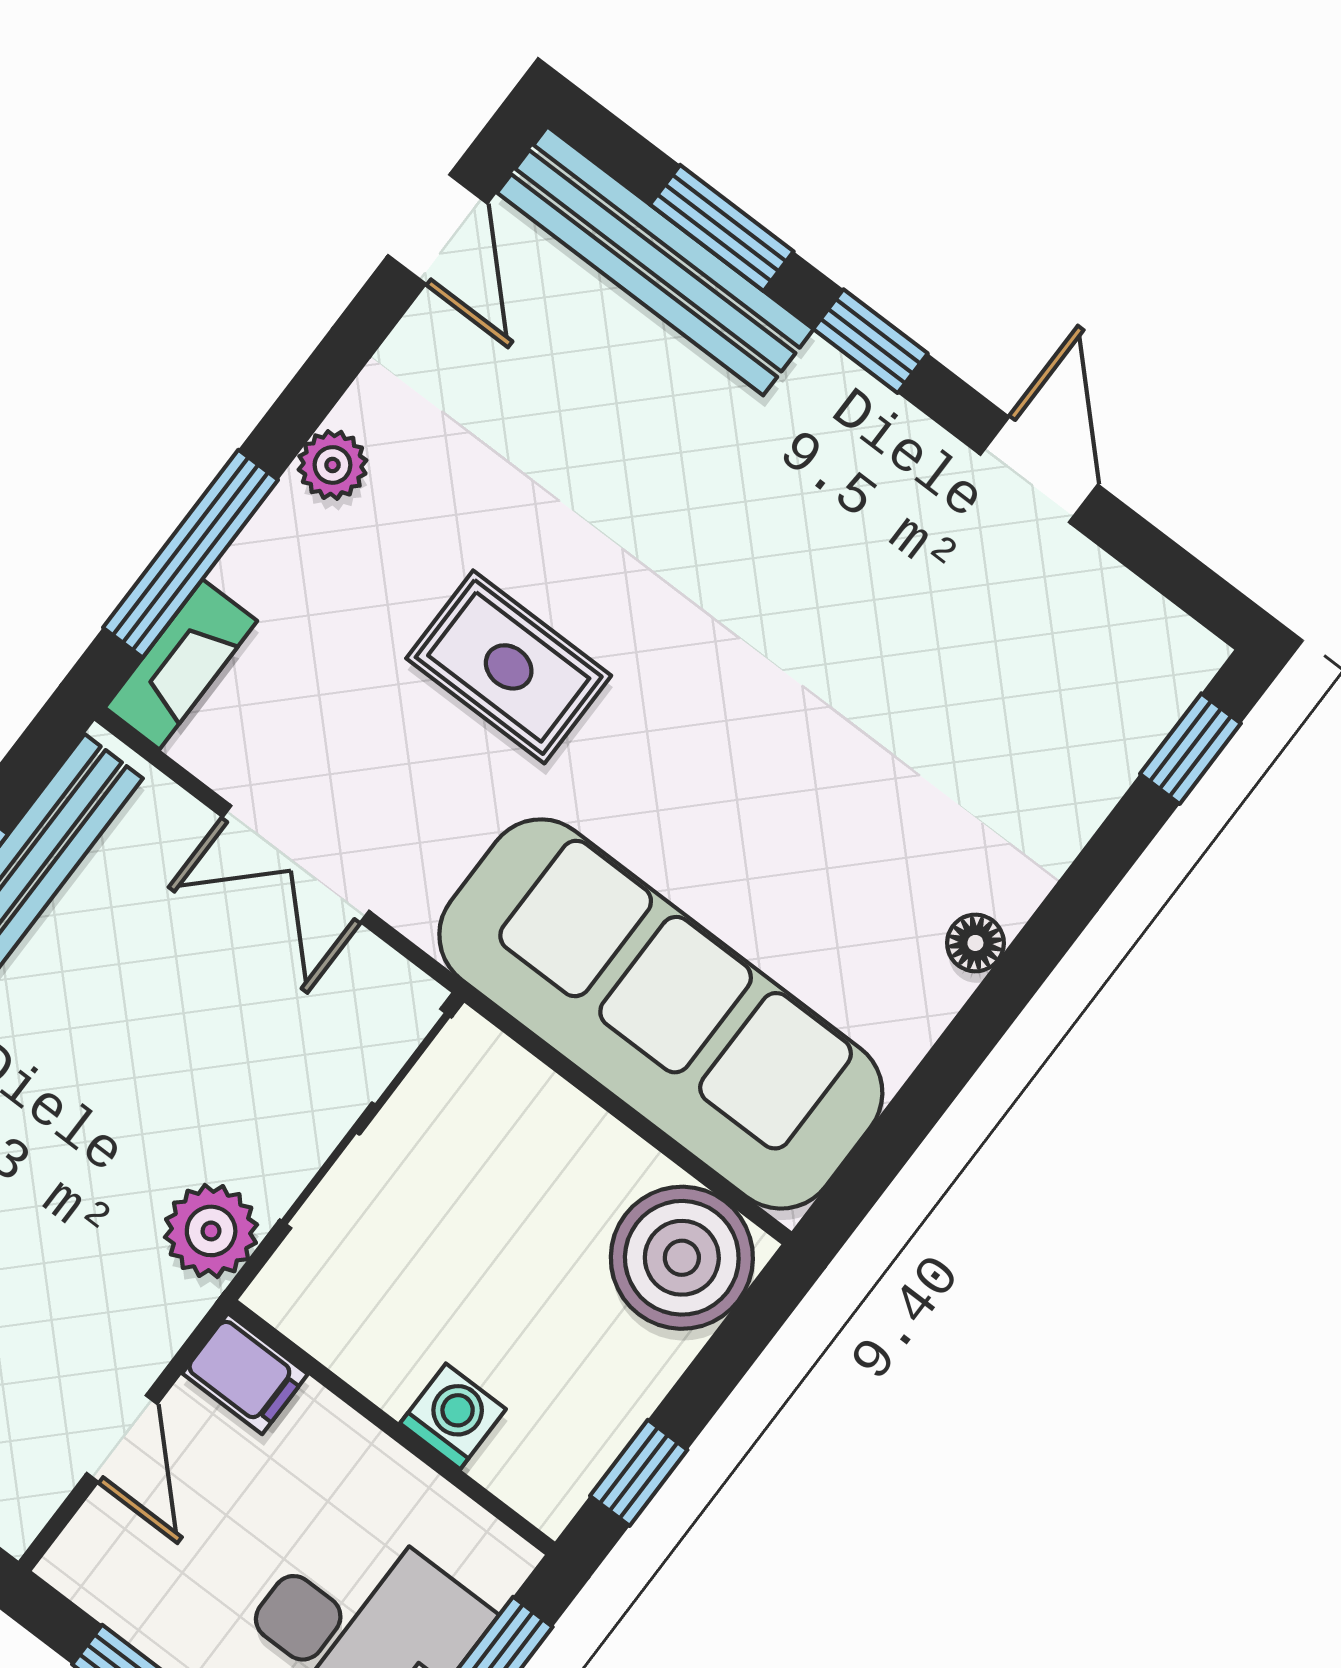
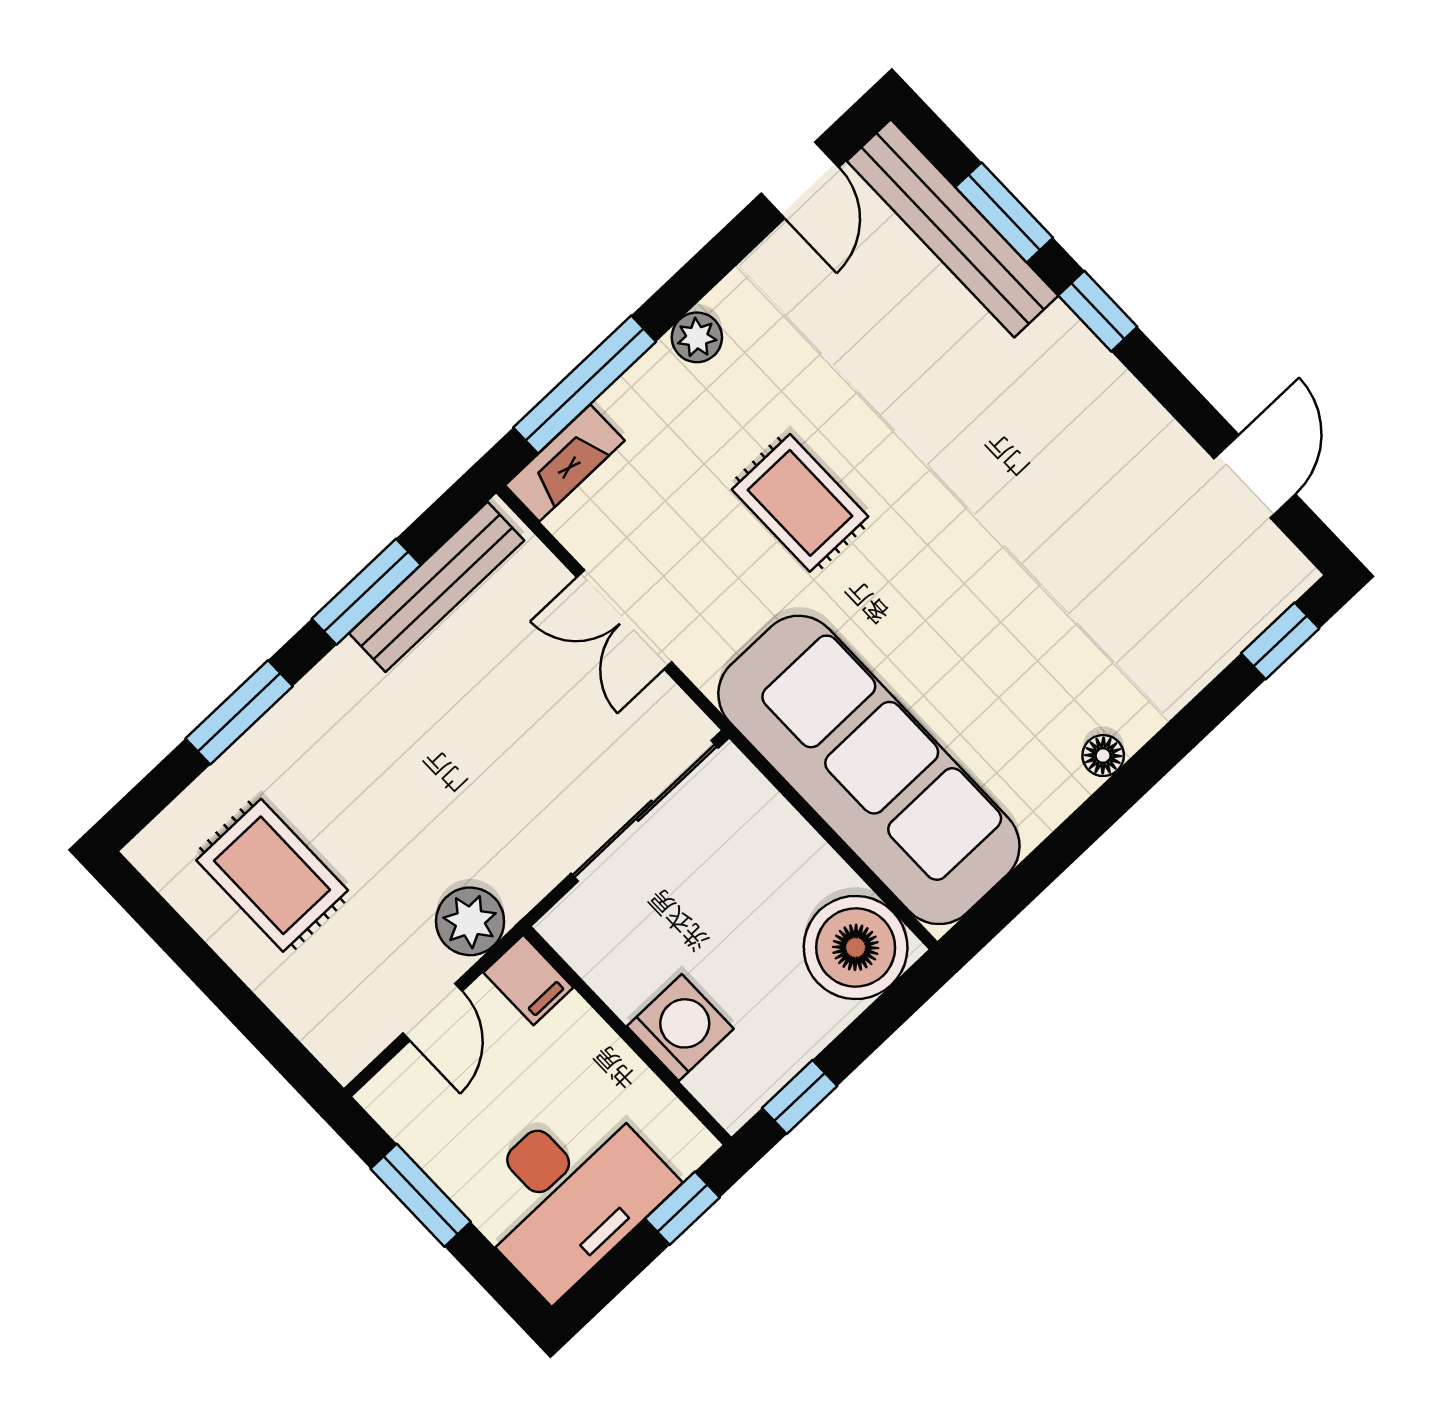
door: (1039, 470) -> (1255, 476), moved
plant: (211, 1231) -> (470, 921), moved
washing machine: (453, 1416) -> (680, 1028), width x1.38, depth x1.38

